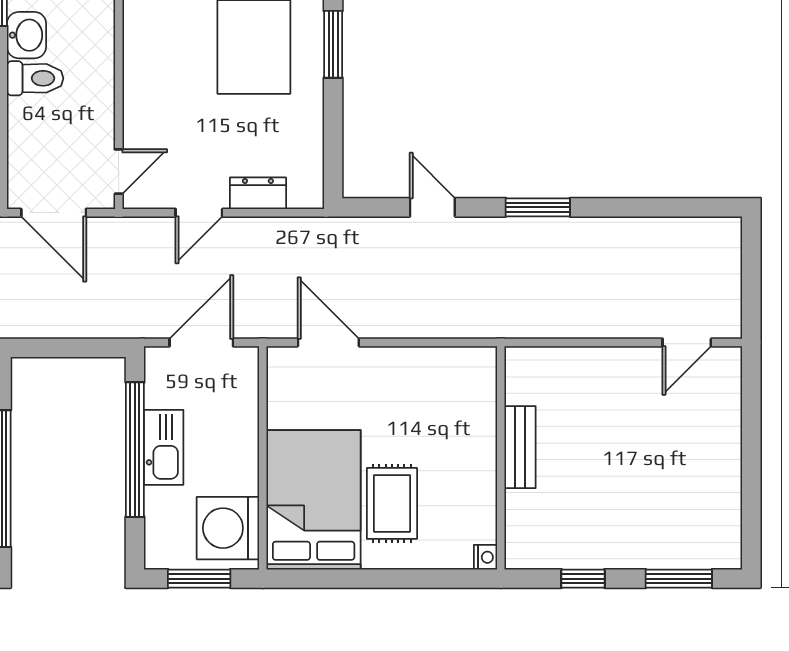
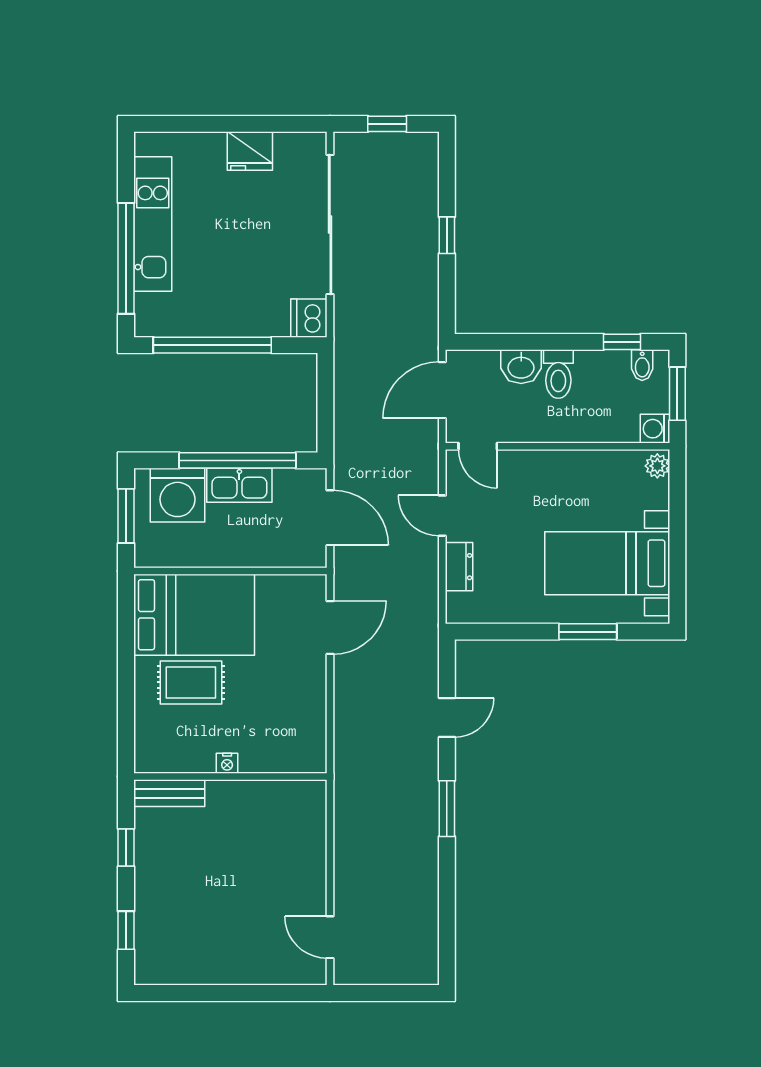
washbasin: (27, 35) -> (521, 367), moved
bench: (520, 447) -> (169, 793), moved
washing machine: (228, 528) -> (177, 495), moved, turned 180
nightstand: (485, 557) -> (227, 763), moved
window: (679, 579) -> (126, 930), width x0.67

